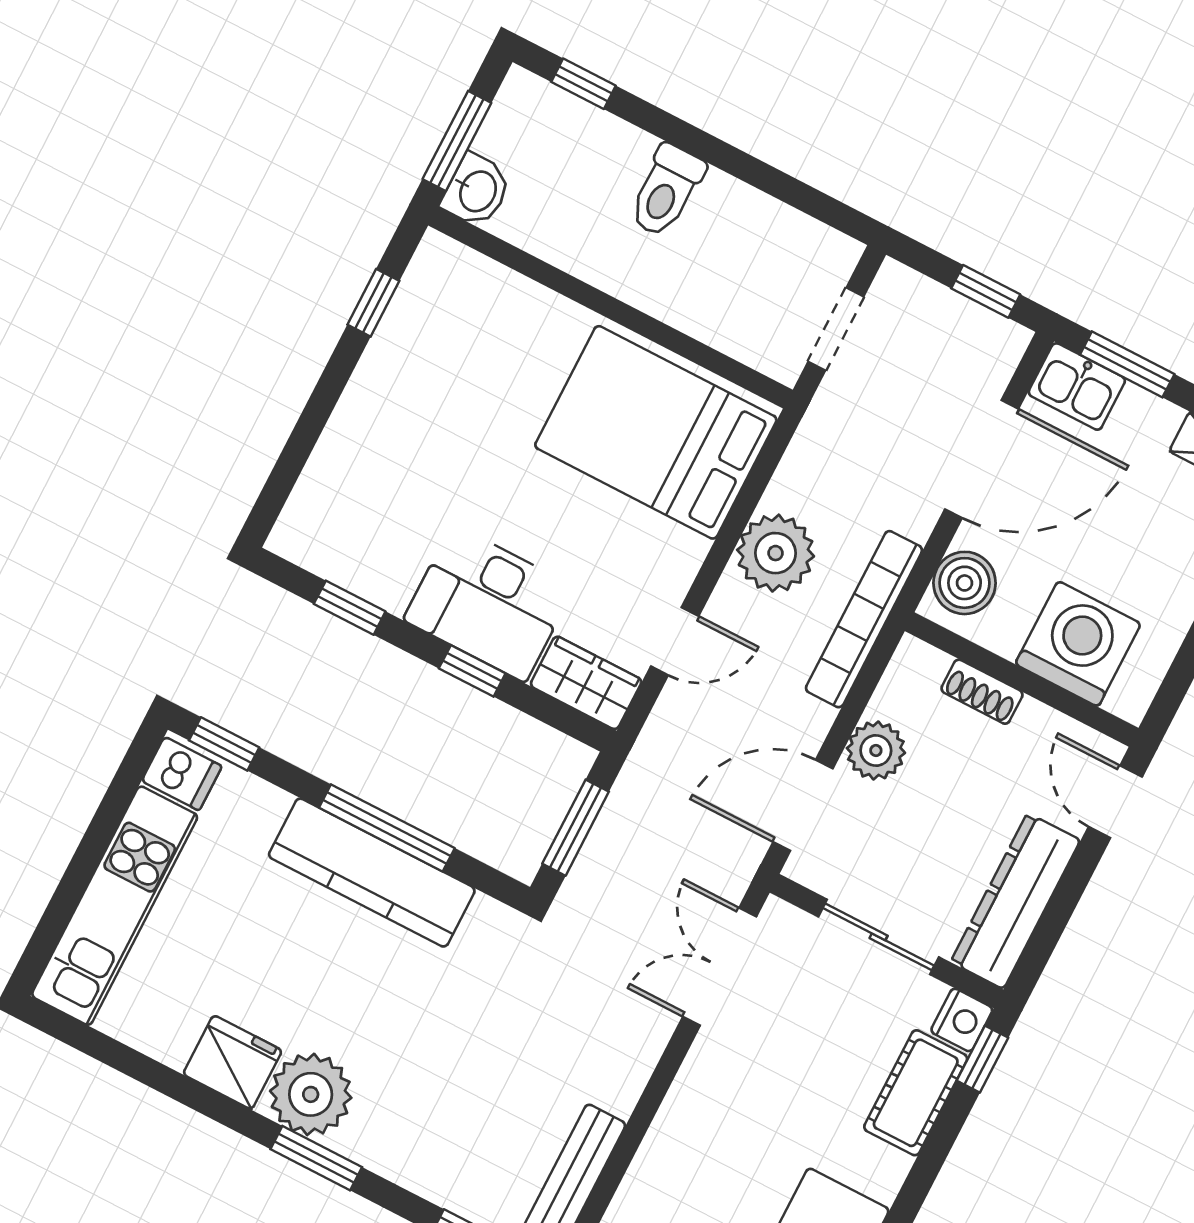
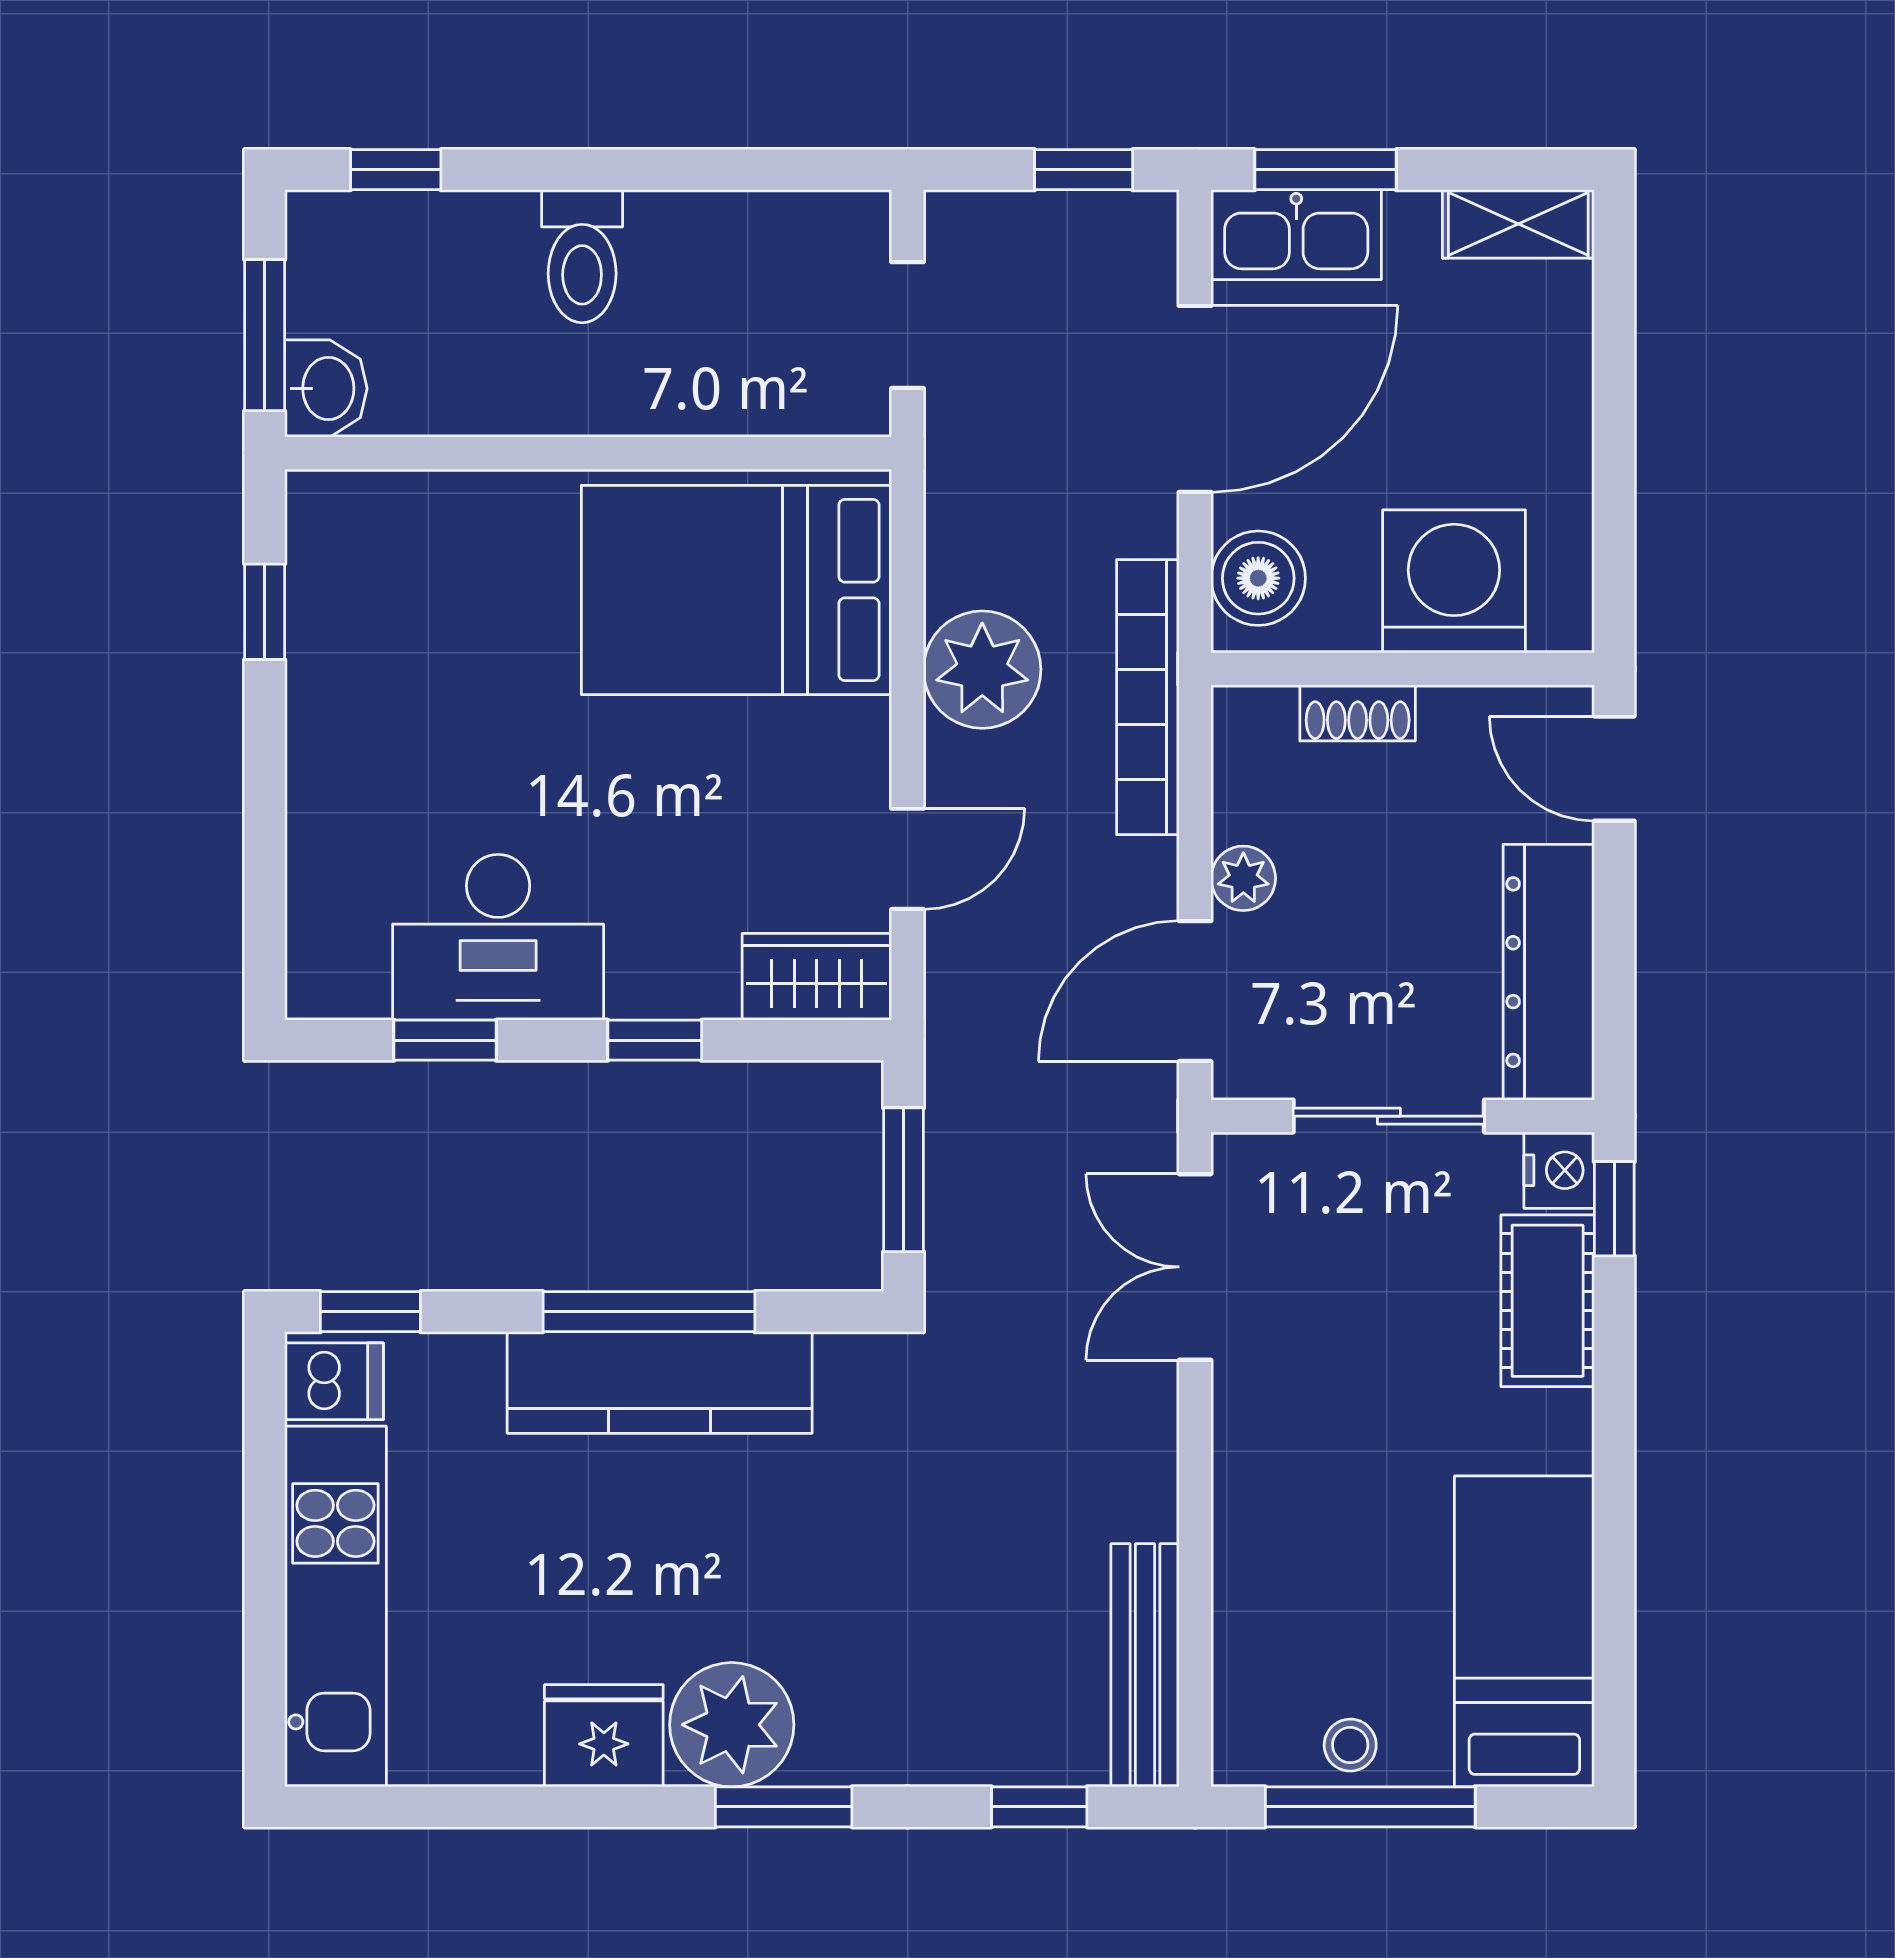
kitchen sink: (1077, 386) -> (1296, 235), width x1.38
desk: (489, 603) -> (498, 937), moved
plant: (876, 751) -> (1243, 878), width x0.73, depth x0.73

